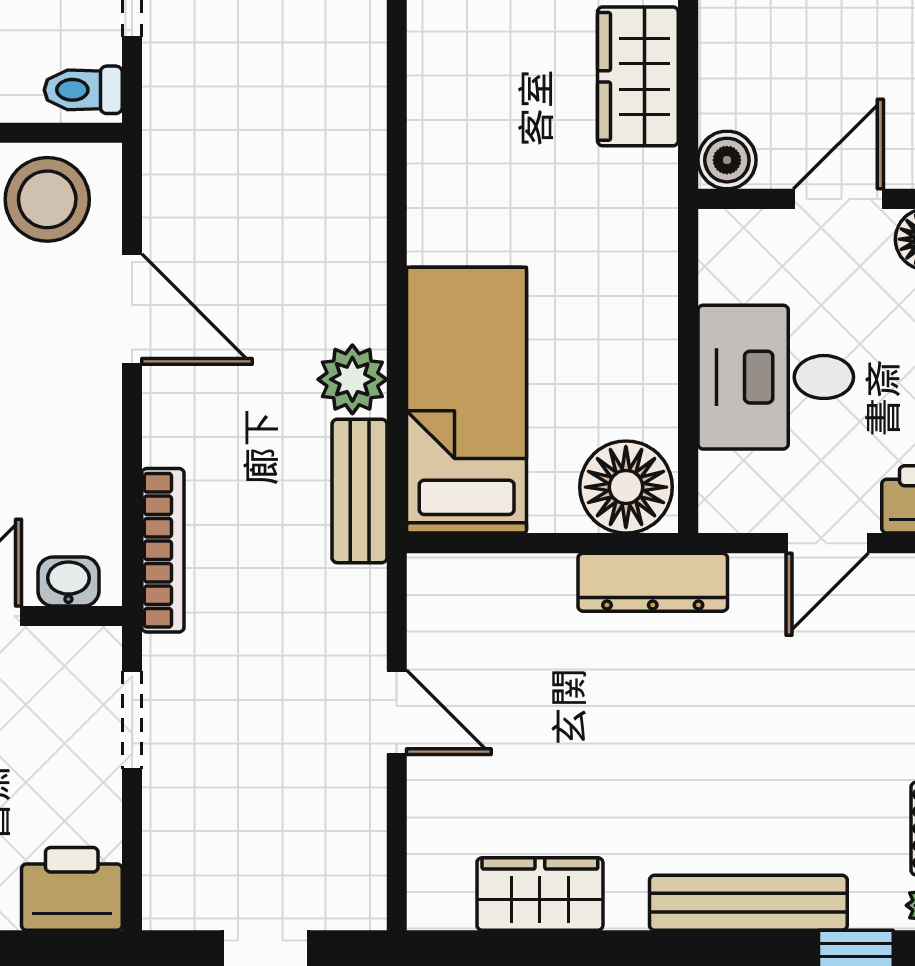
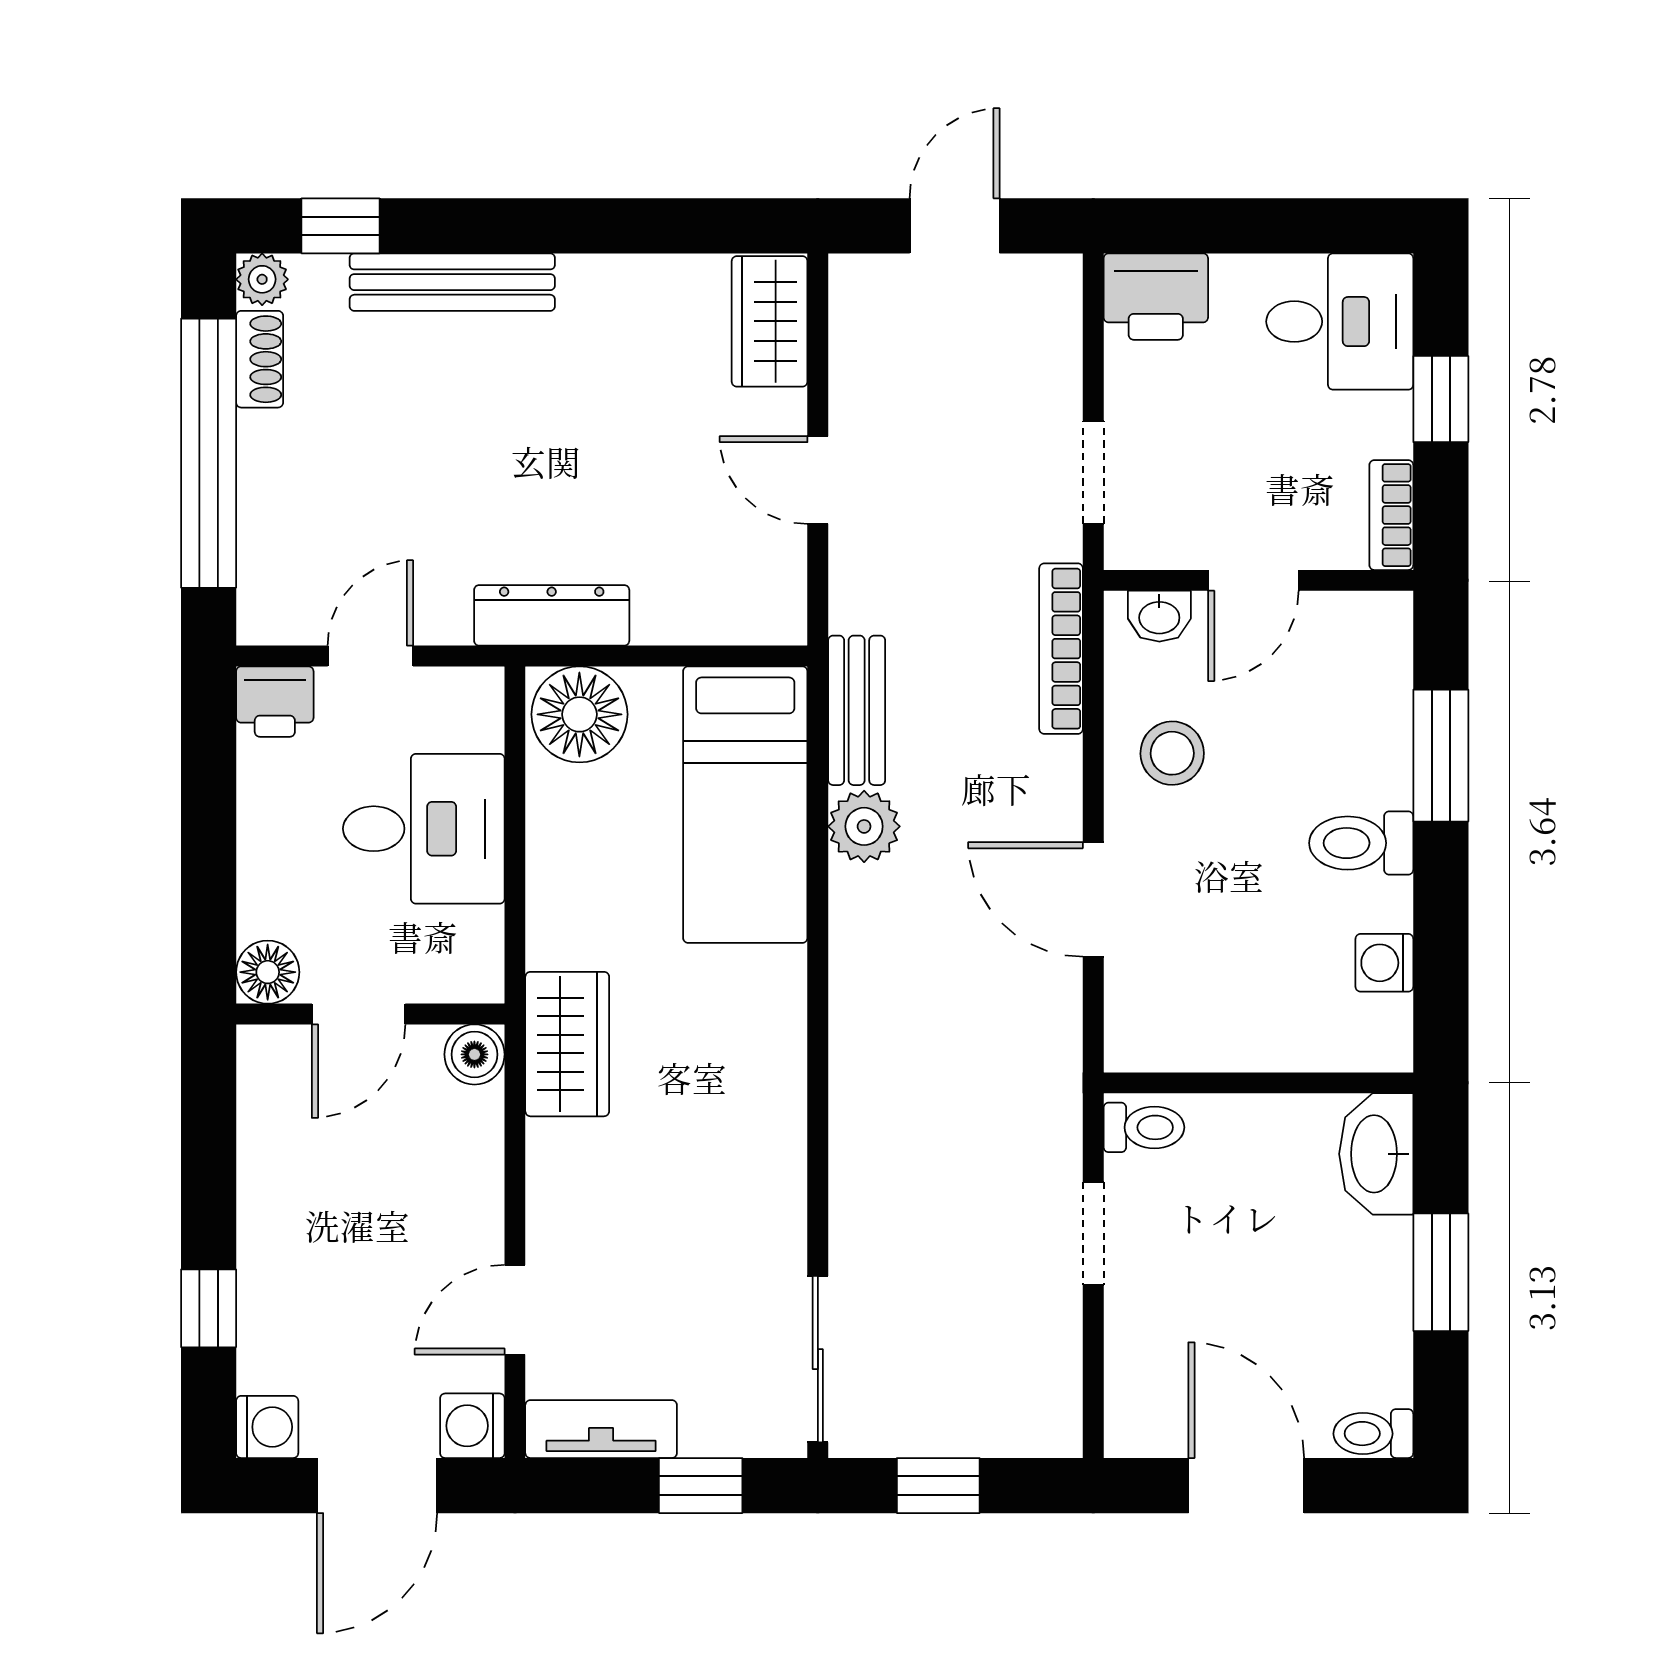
wardrobe: (638, 76) -> (567, 1044), moved
stool: (47, 199) -> (1172, 753), moved, width x0.73, depth x0.73
wardrobe: (540, 894) -> (770, 321), moved, turned 90

